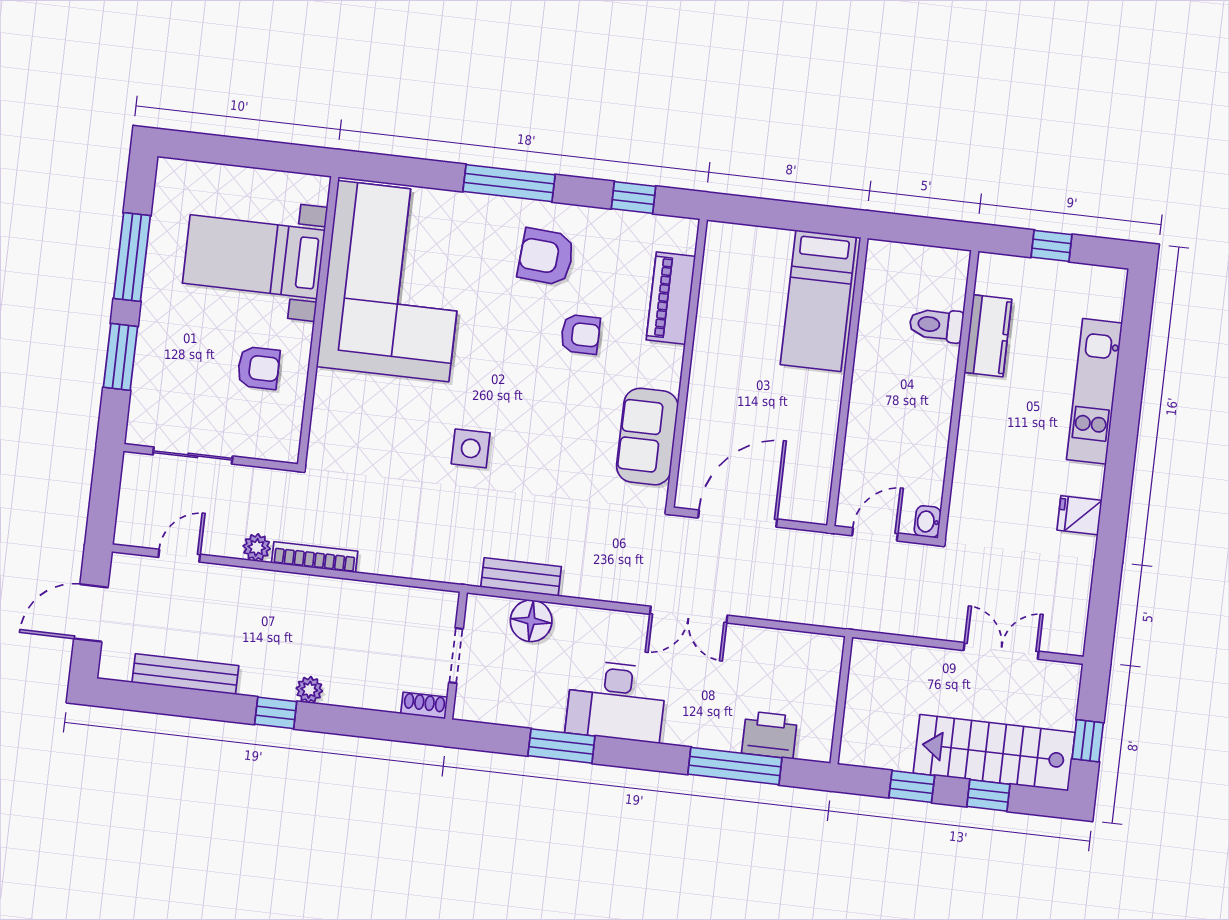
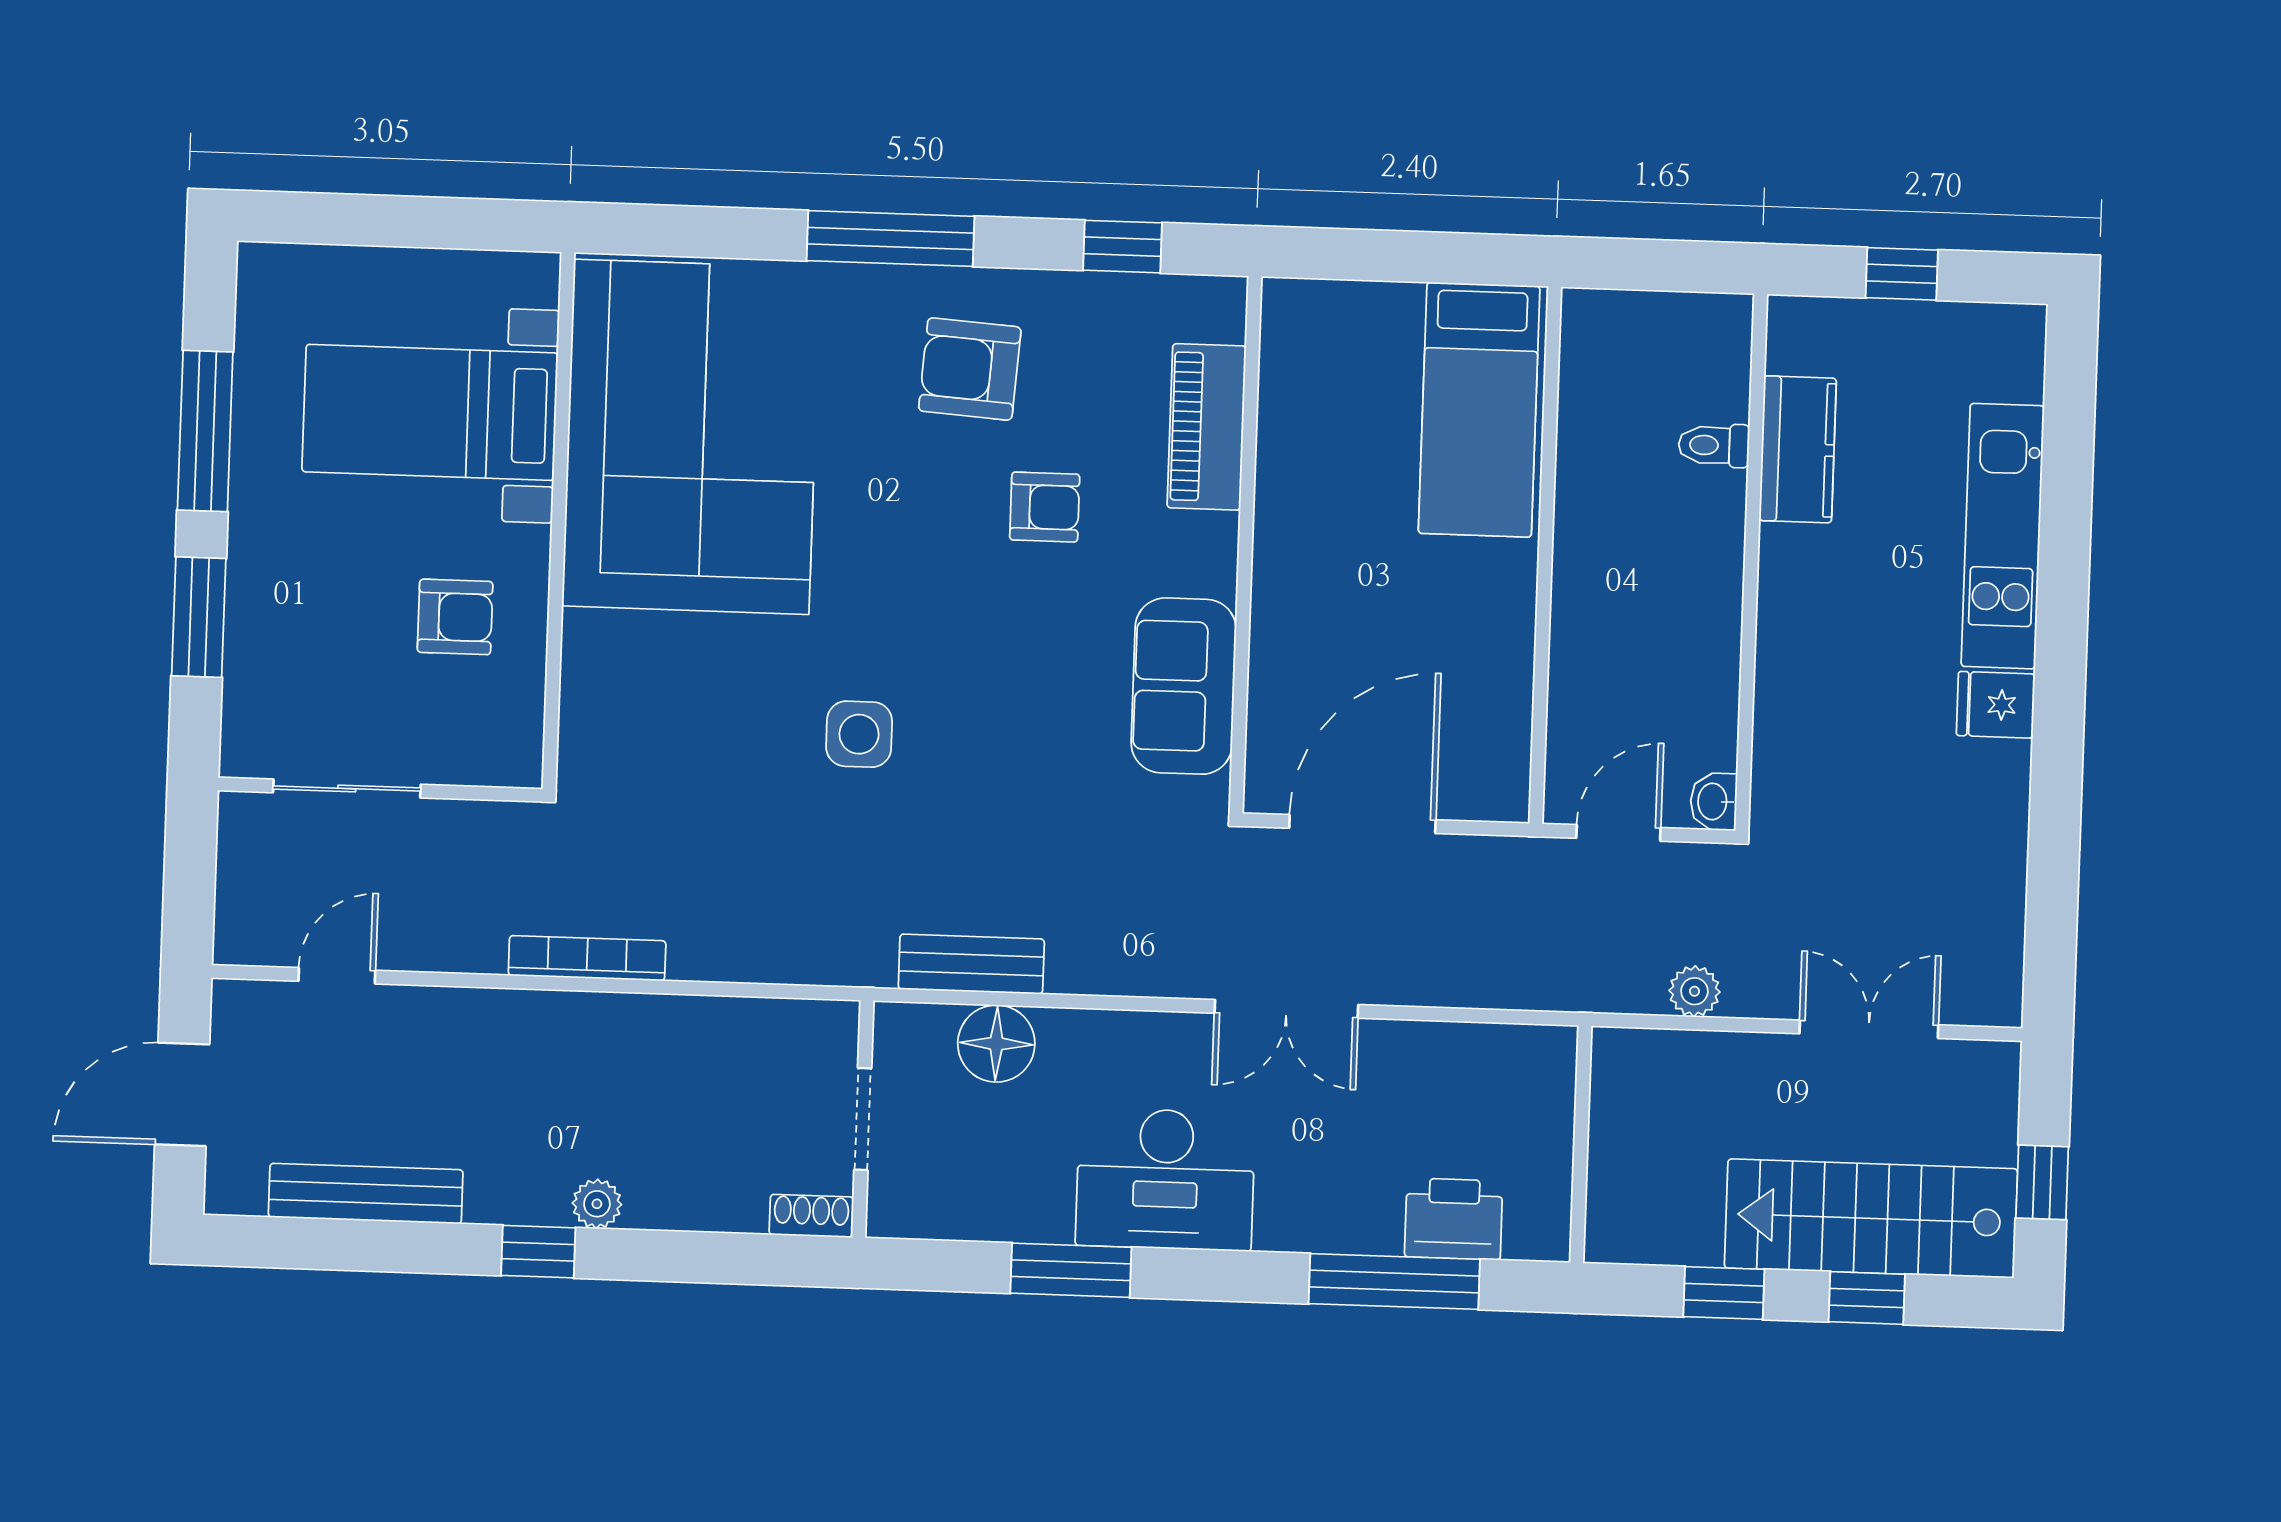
toilet: (936, 325) -> (1714, 445), width x0.73, depth x0.72
fridge: (1079, 515) -> (1996, 705), moved
plant: (257, 547) -> (1694, 991), moved

